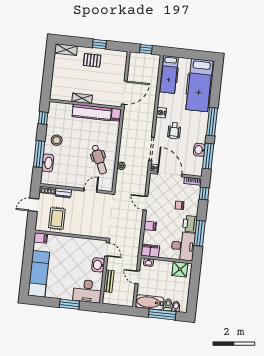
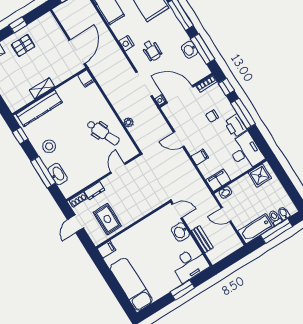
kitchen counter: (92, 112) -> (39, 108), moved
window: (200, 233) -> (243, 114), moved

